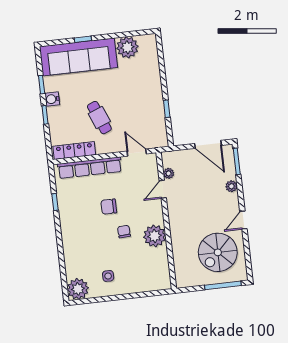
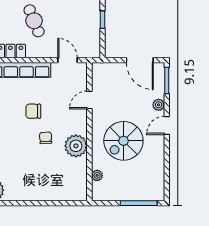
plant: (169, 173) -> (97, 175), moved
door: (243, 220) -> (167, 125), moved
spiral stairs: (218, 252) -> (123, 141), moved
side table: (108, 276) -> (25, 181), removed

